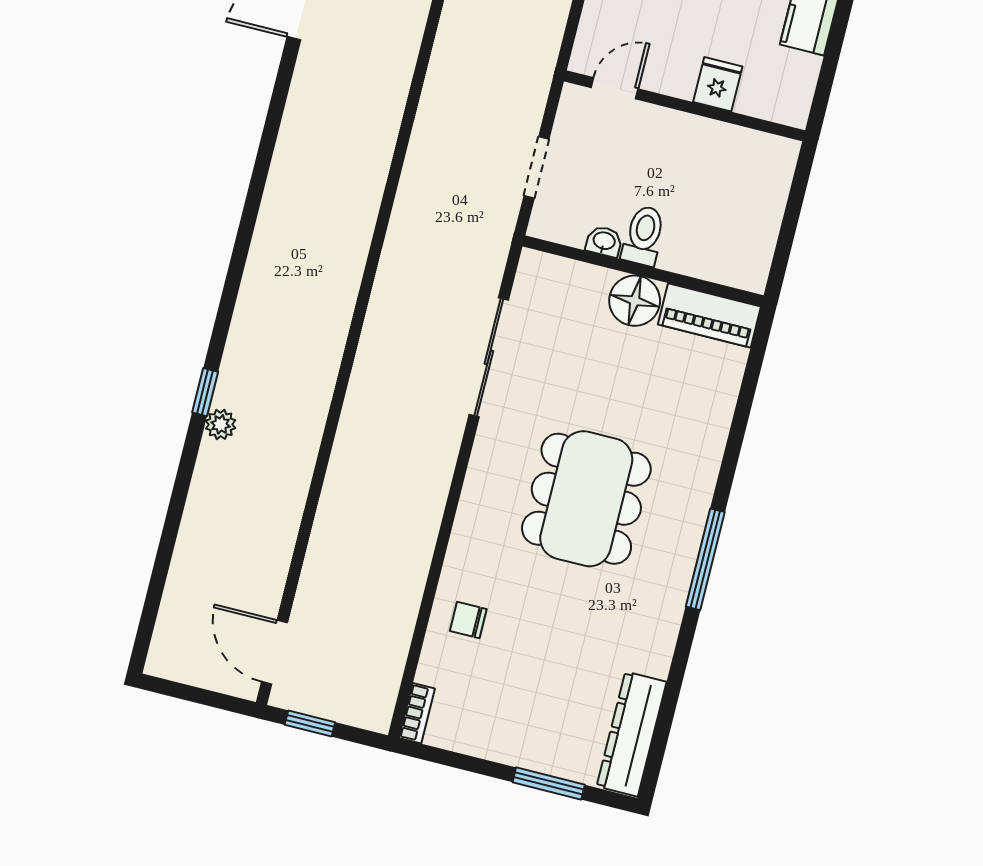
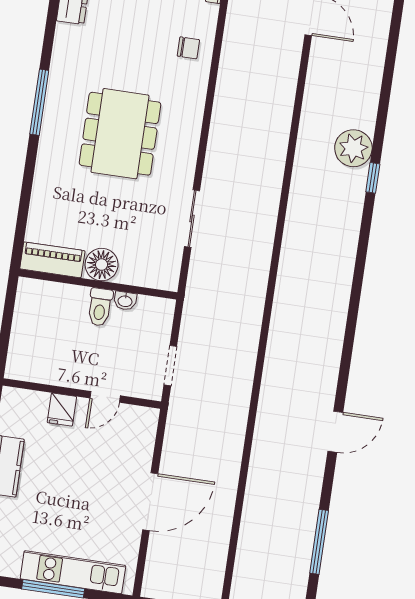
door: (615, 88) -> (105, 397), moved
doorway: (536, 167) -> (170, 366), moved
sliding door: (489, 357) -> (192, 219), width x0.73
plant: (221, 424) -> (353, 148), width x1.87, depth x1.87

